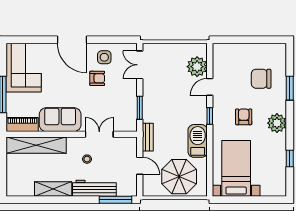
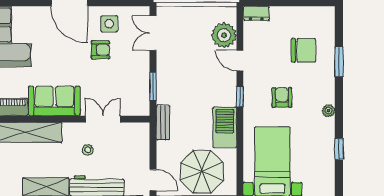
dresser: (223, 49) -> (256, 13), added
chair: (261, 79) -> (303, 50), turned 180
door: (210, 87) -> (240, 60), hinge flipped
plant: (277, 123) -> (329, 111), width x0.53, depth x0.53
door: (140, 166) -> (153, 180), moved

